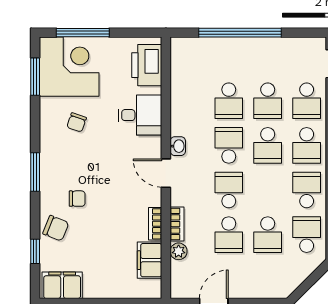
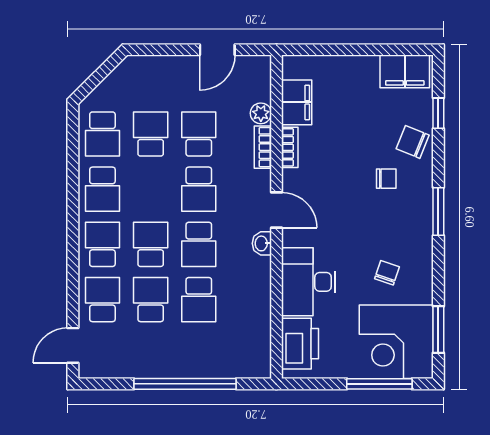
school desk: (229, 101) -> (199, 300), turned 180
desk: (140, 115) -> (309, 282), width x1.37
chair: (77, 199) -> (386, 179), turned 180

